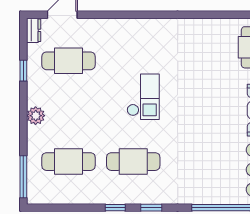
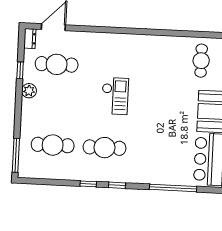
plant: (36, 116) -> (29, 91), moved

